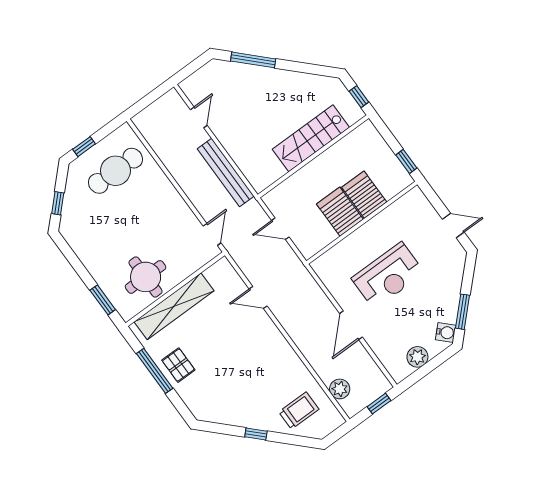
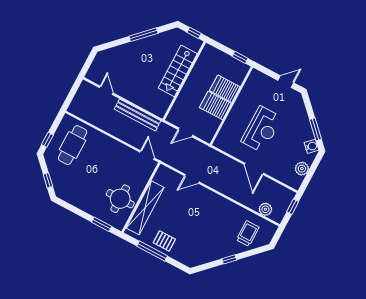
window: (253, 60) -> (143, 35), moved

